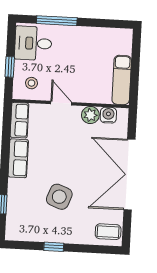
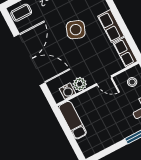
side table: (59, 197) -> (76, 30), moved

